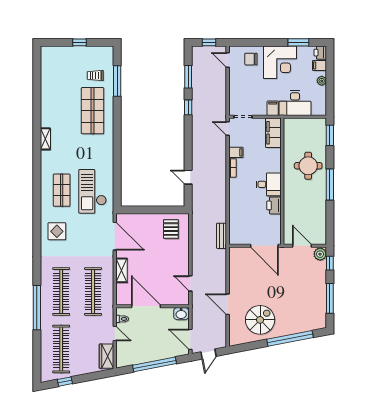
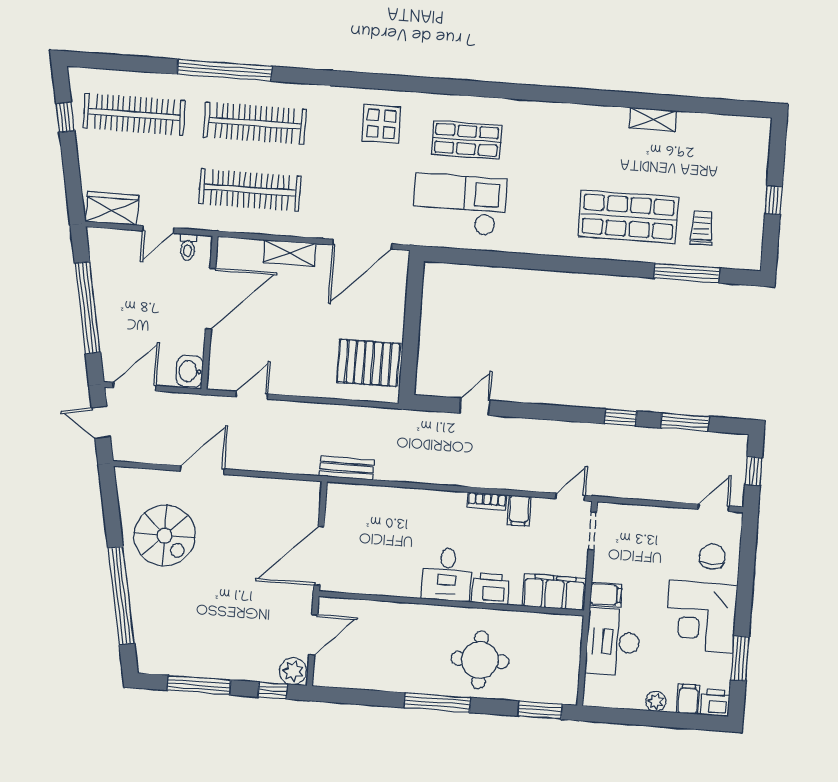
shelving: (45, 139) -> (653, 119), moved
printer: (274, 205) -> (490, 589), moved
pallet: (171, 229) -> (368, 363), width x1.50, depth x1.42

